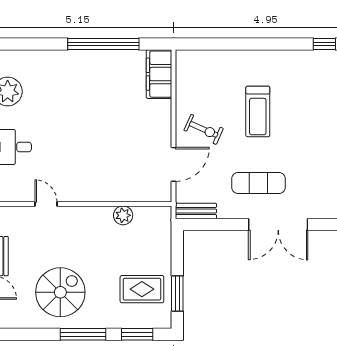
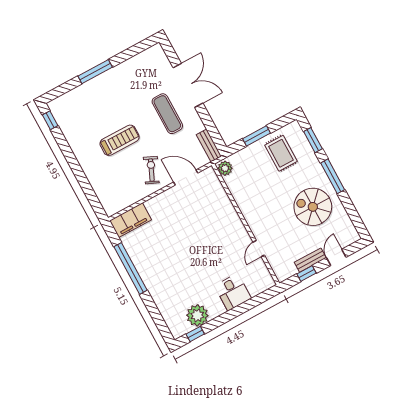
plant: (123, 215) -> (225, 168), moved
window: (177, 294) -> (256, 136), moved

